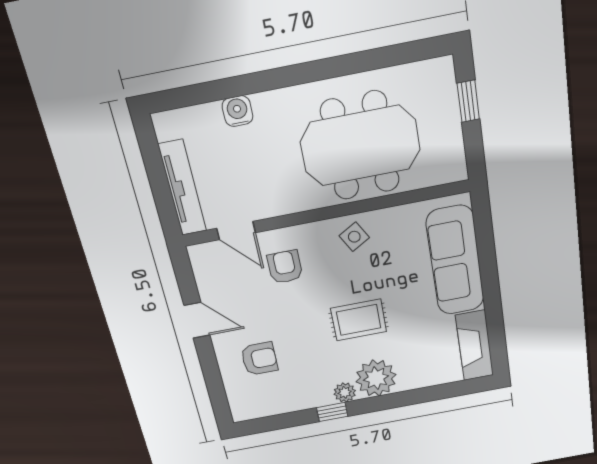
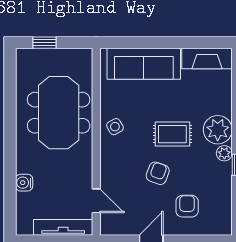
door: (236, 231) -> (96, 201), hinge flipped
armchair: (285, 267) -> (158, 173), moved, turned 110
rug: (359, 320) -> (172, 134), turned 90

